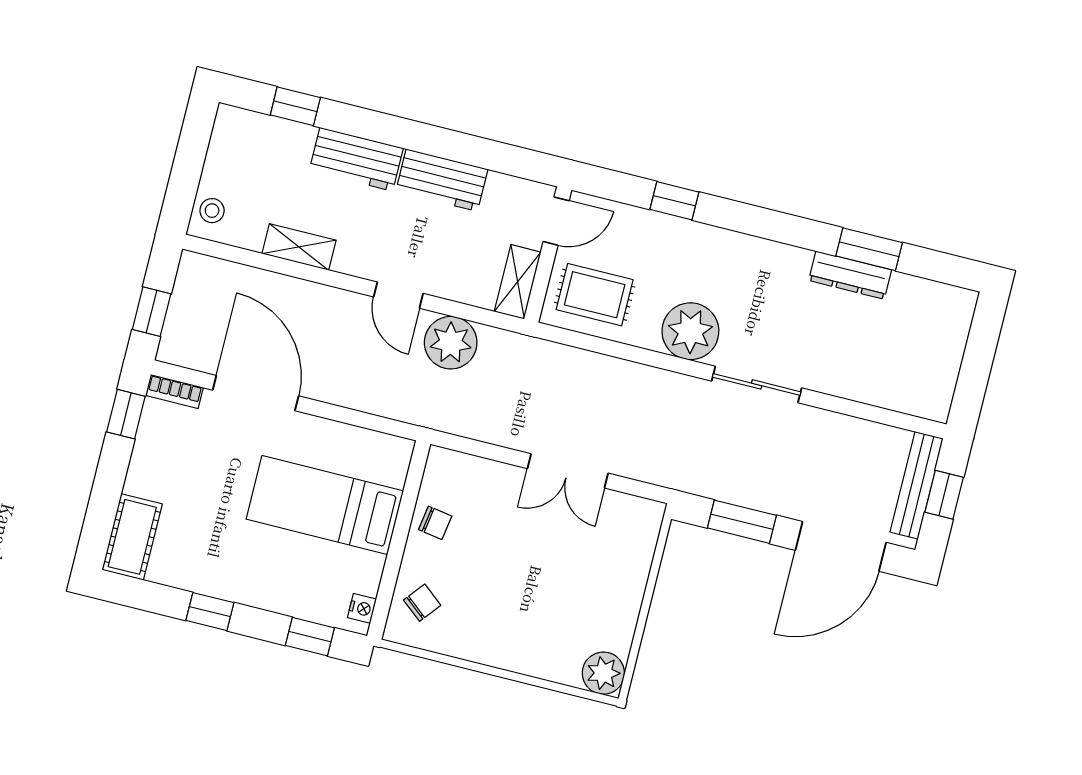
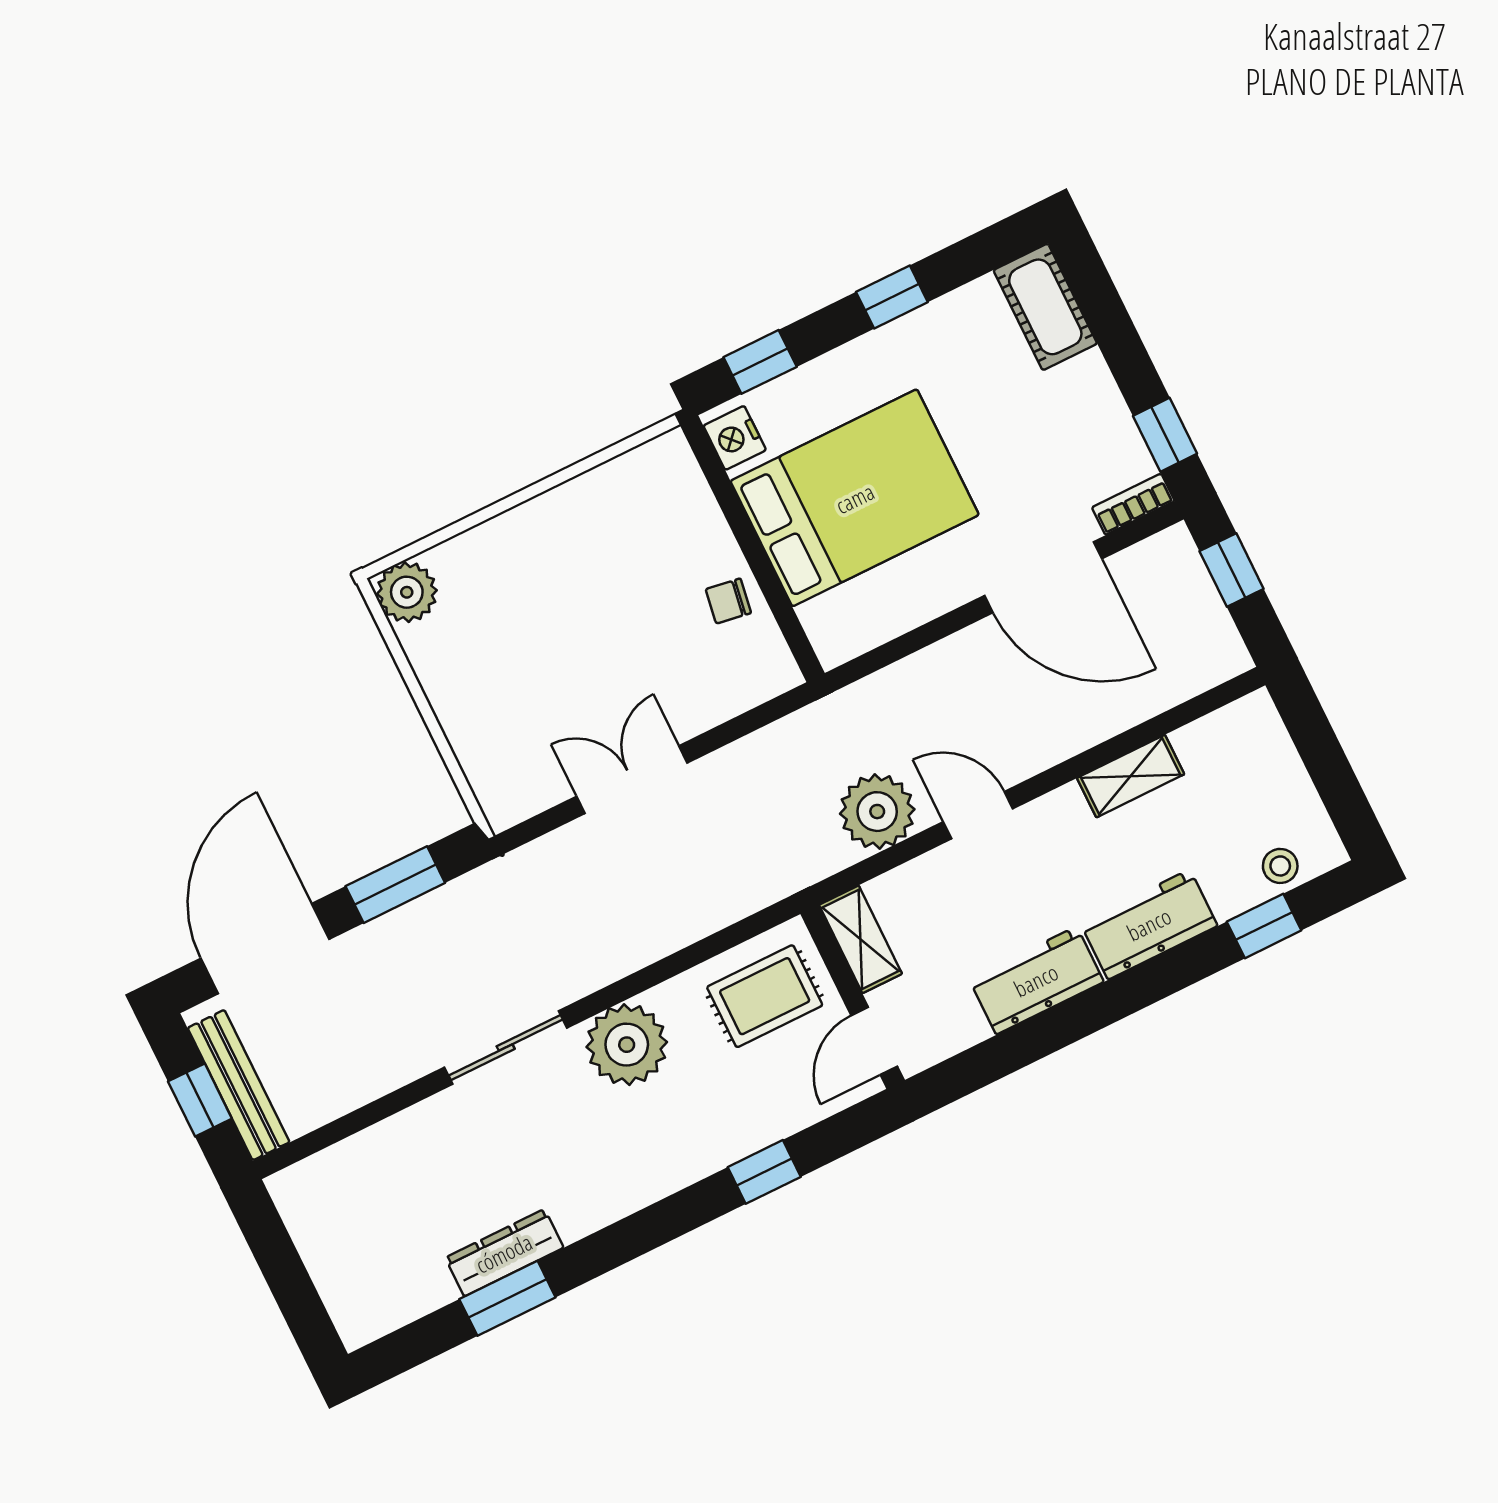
stool: (212, 211) -> (1280, 866), moved
bed: (325, 505) -> (855, 498), width x1.50
chair: (422, 603) -> (669, 502), removed
nightstand: (362, 608) -> (735, 438), width x1.39, depth x1.35

